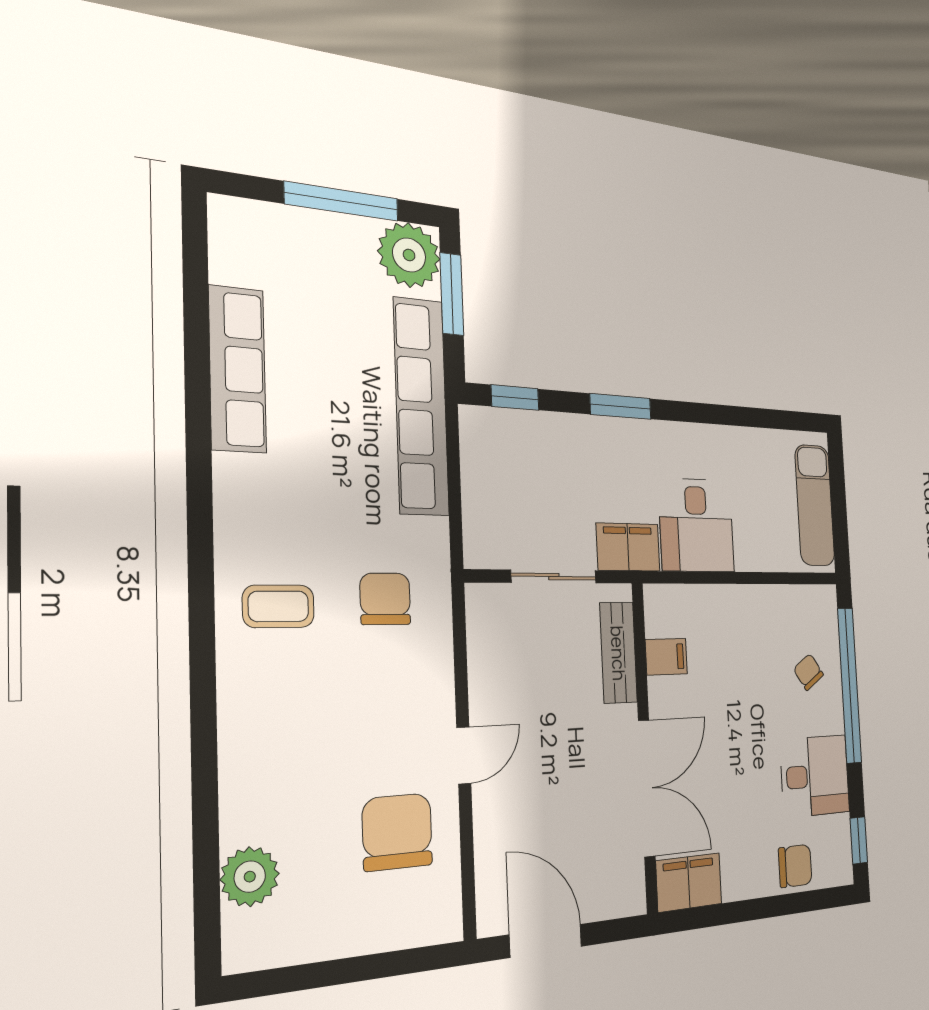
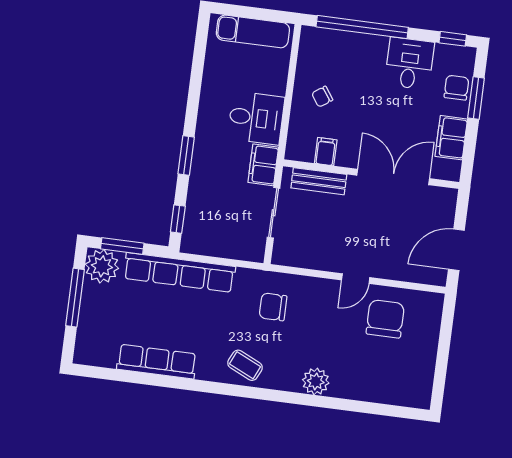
coffee table: (278, 606) -> (245, 365), moved, turned -65
chair: (808, 672) -> (322, 97), moved
door: (464, 755) -> (356, 279), swing flipped
chair: (397, 832) -> (385, 319), turned 90
plant: (250, 877) -> (316, 381), moved
filing cabinet: (689, 882) -> (451, 138), moved
window: (786, 904) -> (476, 98), added

